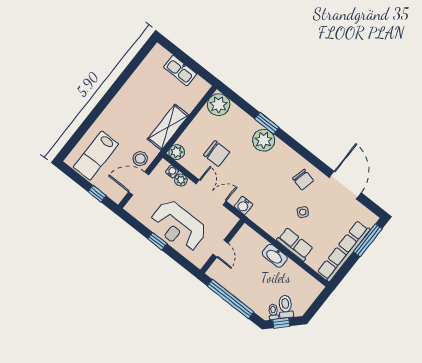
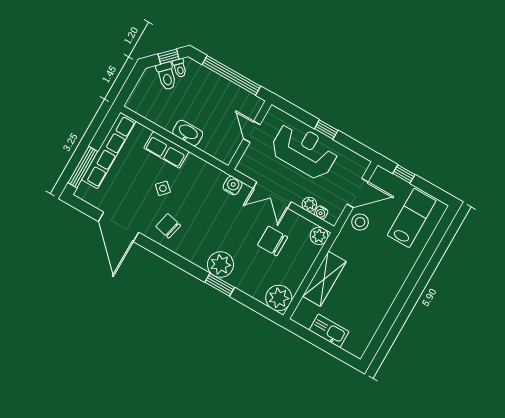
shelving: (168, 127) -> (324, 279), moved

